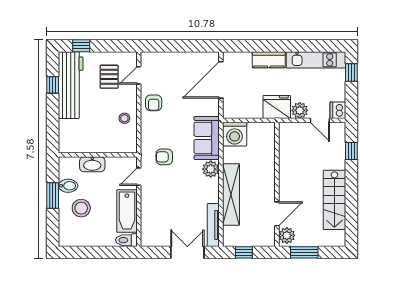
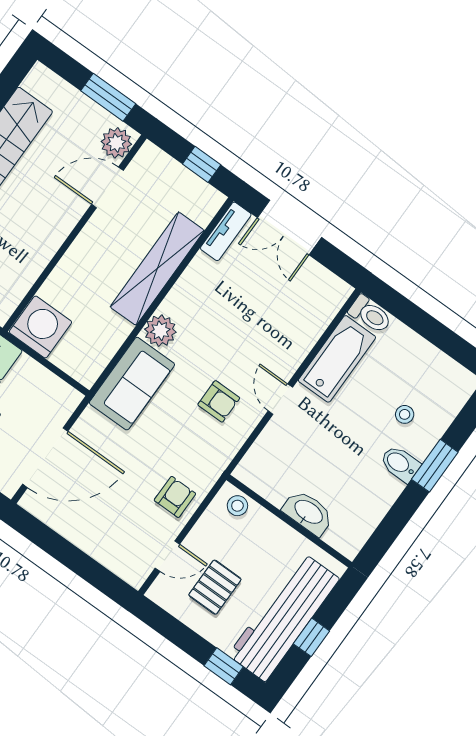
washing machine: (235, 134) -> (40, 327), moved
wall: (98, 155) -> (289, 521), moved
washbasin: (92, 164) -> (308, 513), moved
door: (139, 177) -> (280, 399), swing flipped
stool: (81, 208) -> (405, 414), width x0.53, depth x0.53
tv unit: (213, 225) -> (226, 231), width x0.71

